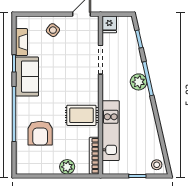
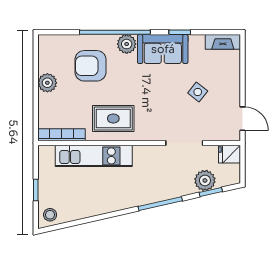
side table: (53, 30) -> (198, 92), moved
fireplace: (21, 42) -> (223, 42), moved
plant: (139, 82) -> (205, 180), moved
plant: (23, 105) -> (127, 44), added
rug: (81, 115) -> (113, 119), turned 90
plant: (67, 167) -> (47, 83), moved

